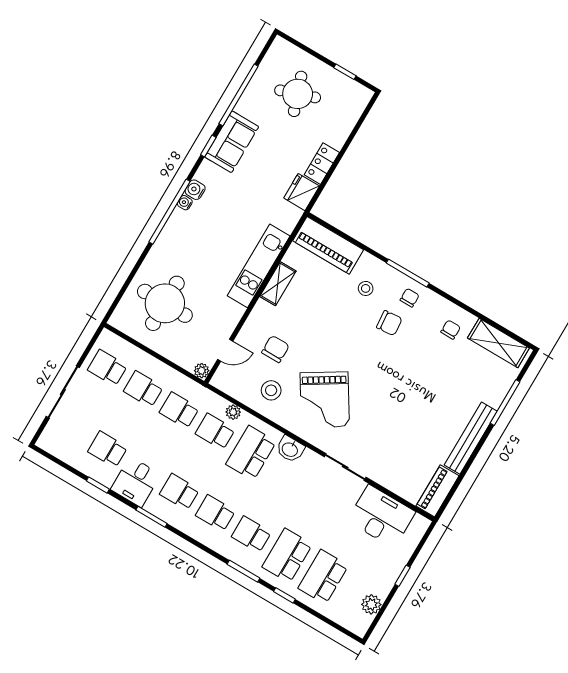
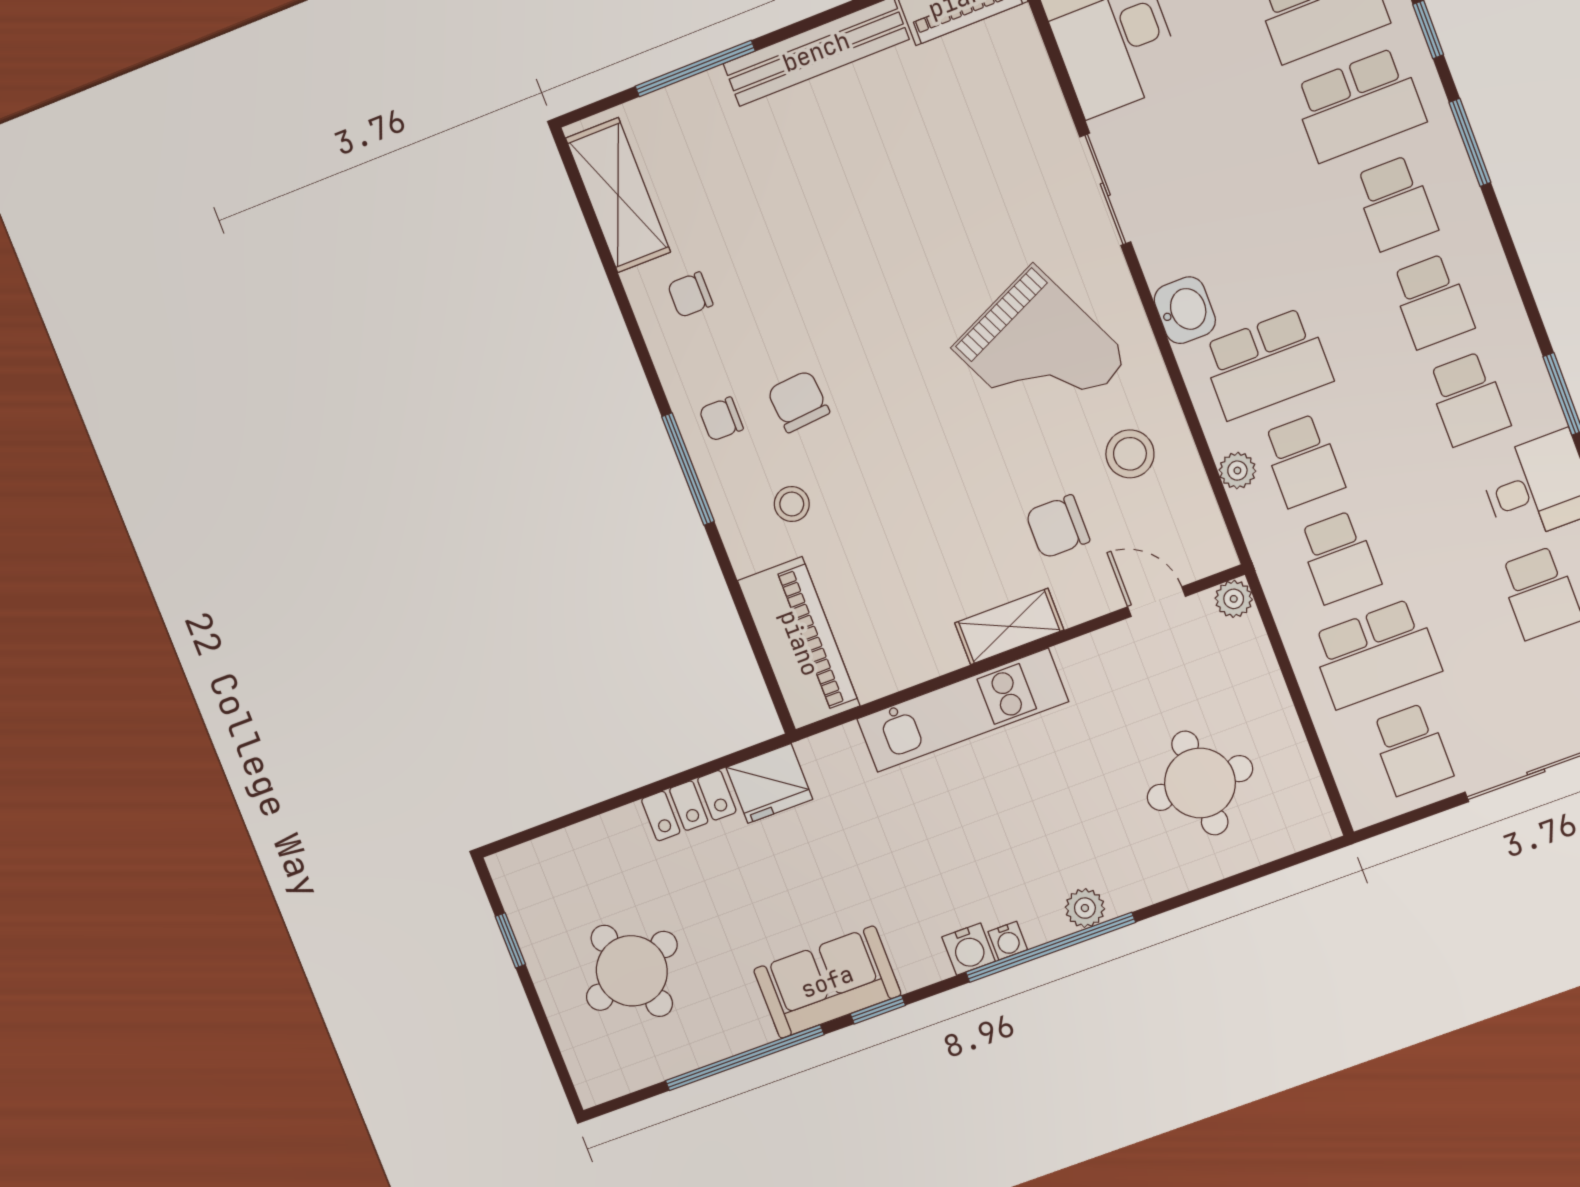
plant: (169, 233) -> (1085, 908), added
shelving: (278, 284) -> (1009, 626), moved
round table: (165, 303) -> (1200, 783), width x0.73, depth x0.73
school desk: (143, 389) -> (1375, 653), width x1.85
grand piano: (325, 400) -> (1041, 353), turned 97

